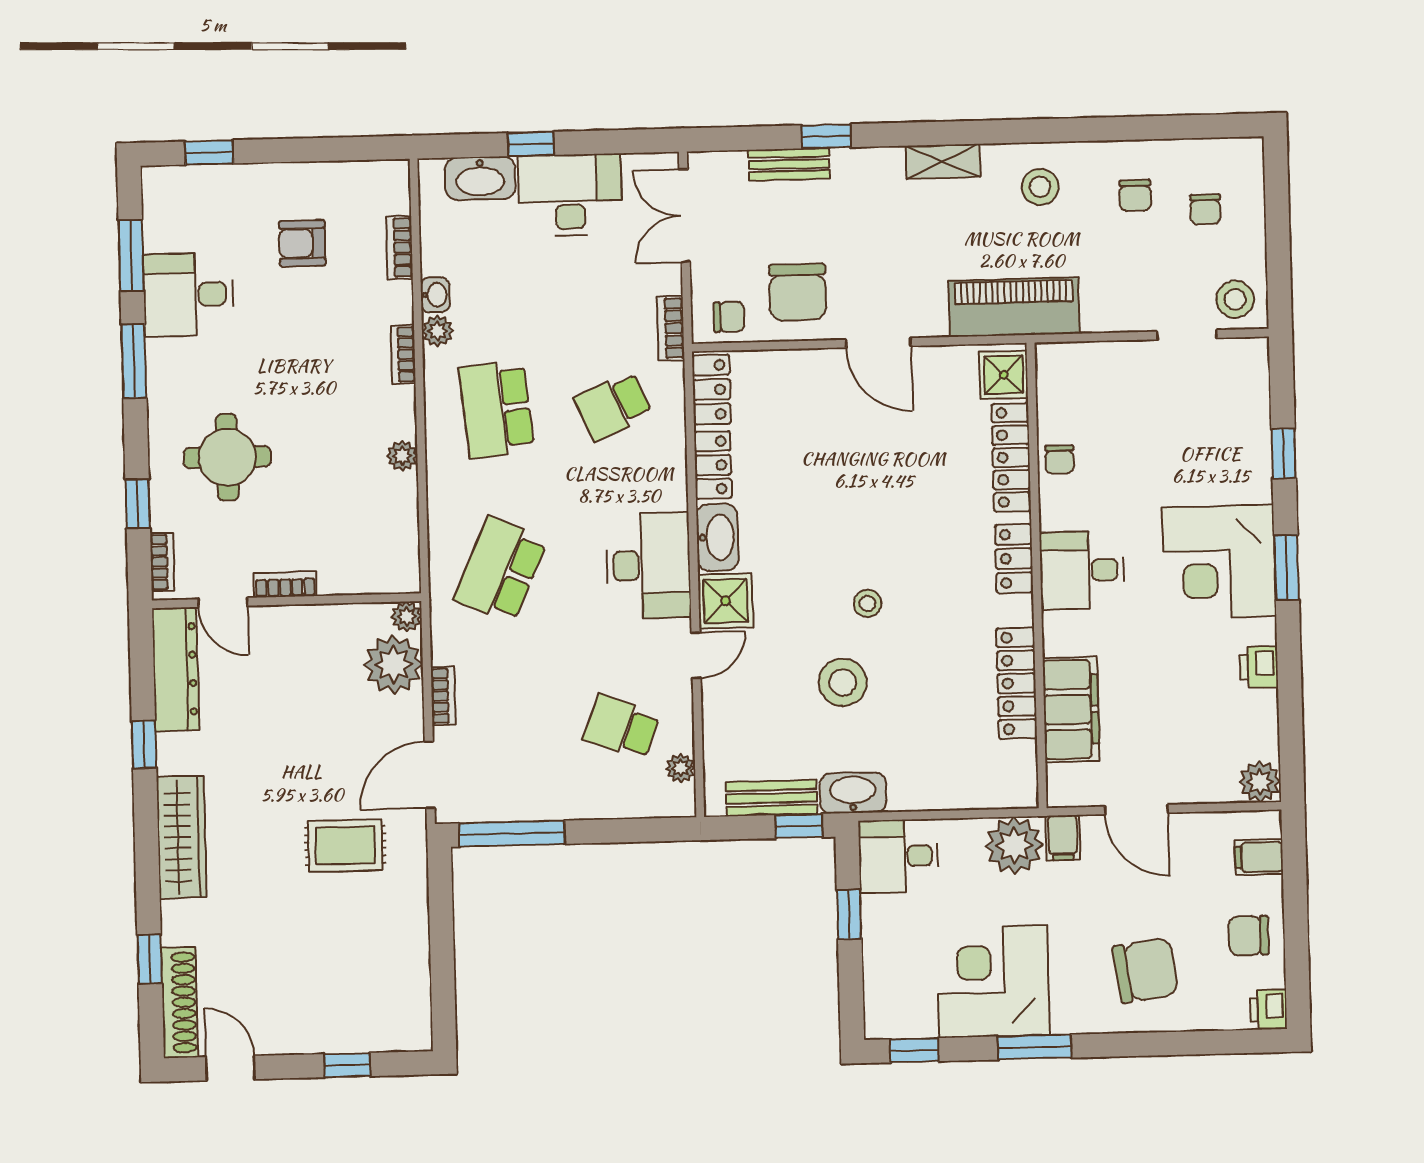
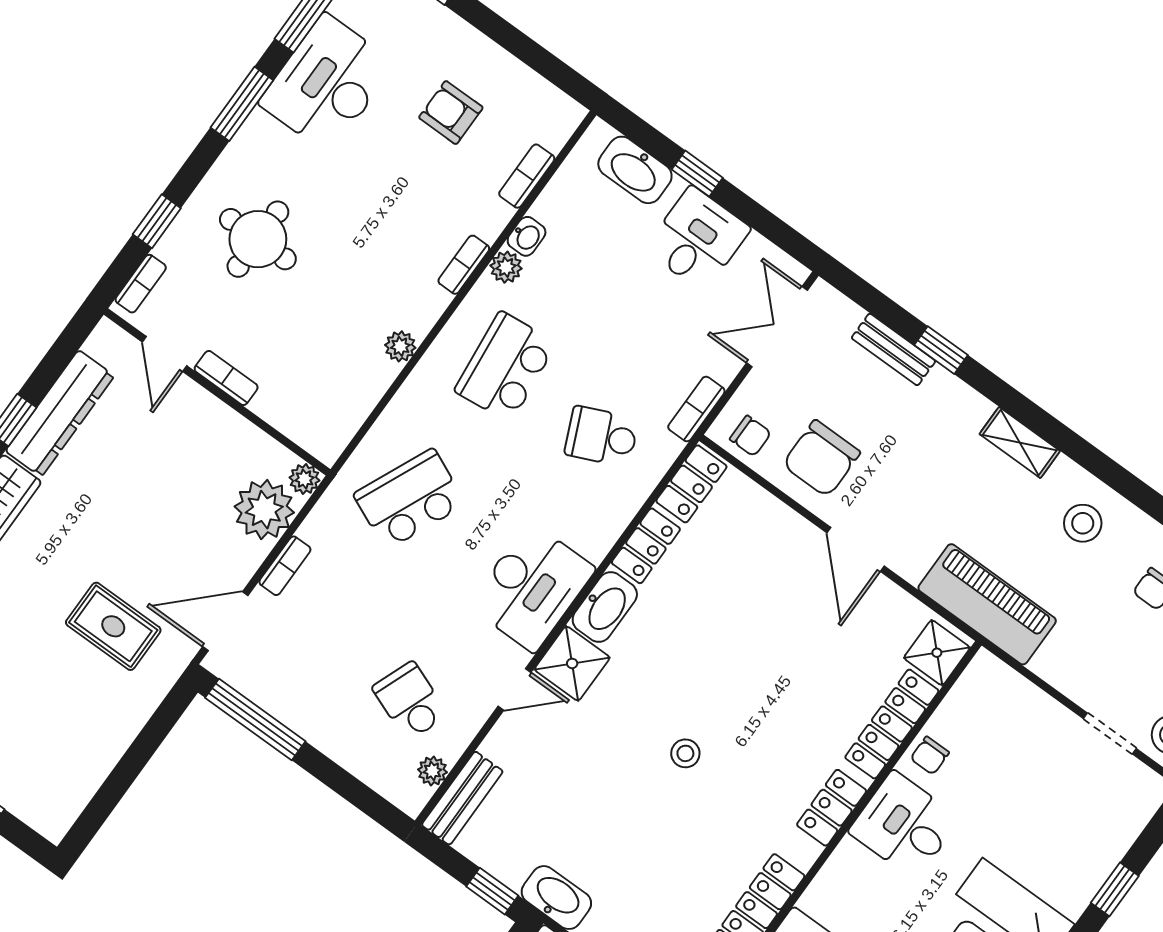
desk: (570, 195) -> (697, 239), width x0.73
desk: (188, 295) -> (327, 83), width x1.37
desk: (1082, 570) -> (904, 825), moved
dresser: (176, 669) -> (60, 413), moved
stool: (843, 682) -> (616, 802), removed
bench: (772, 798) -> (462, 798), moved, turned 90

